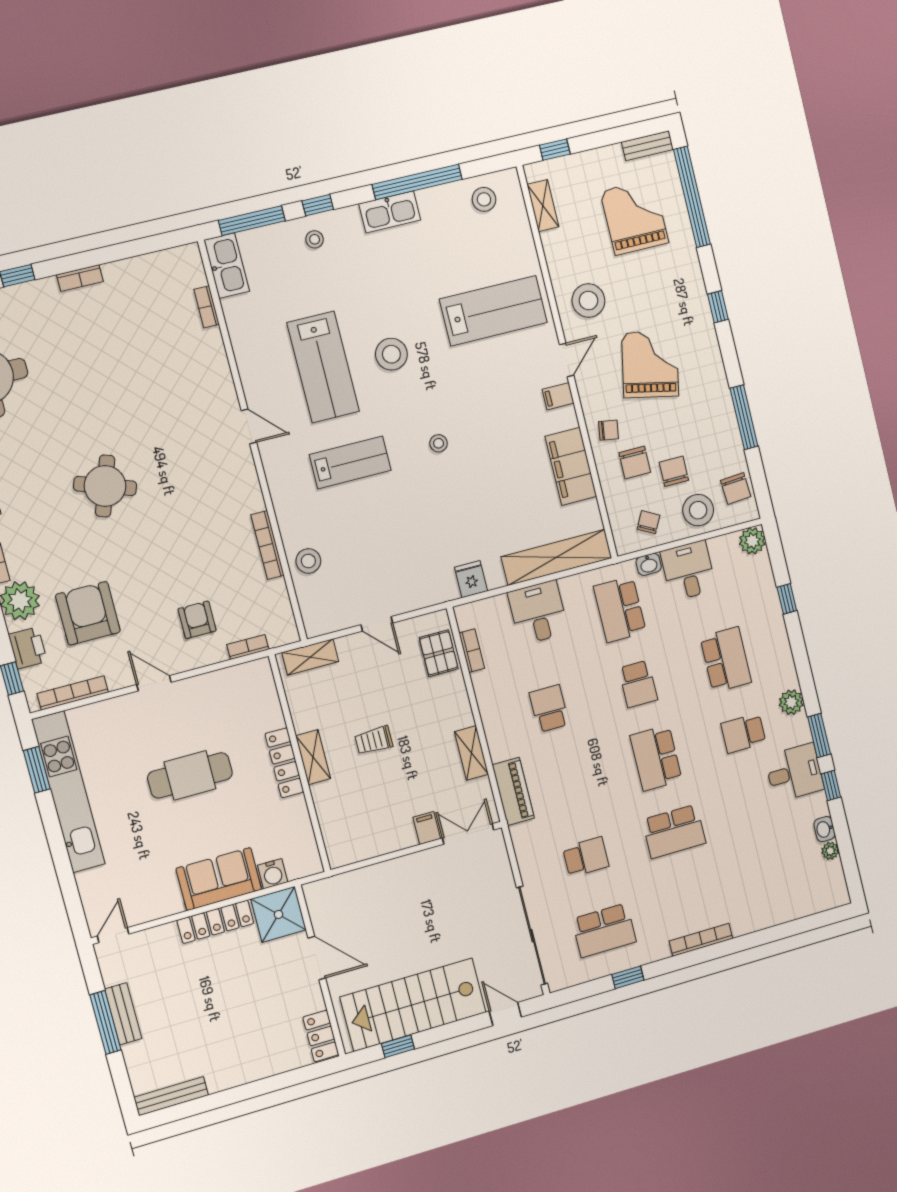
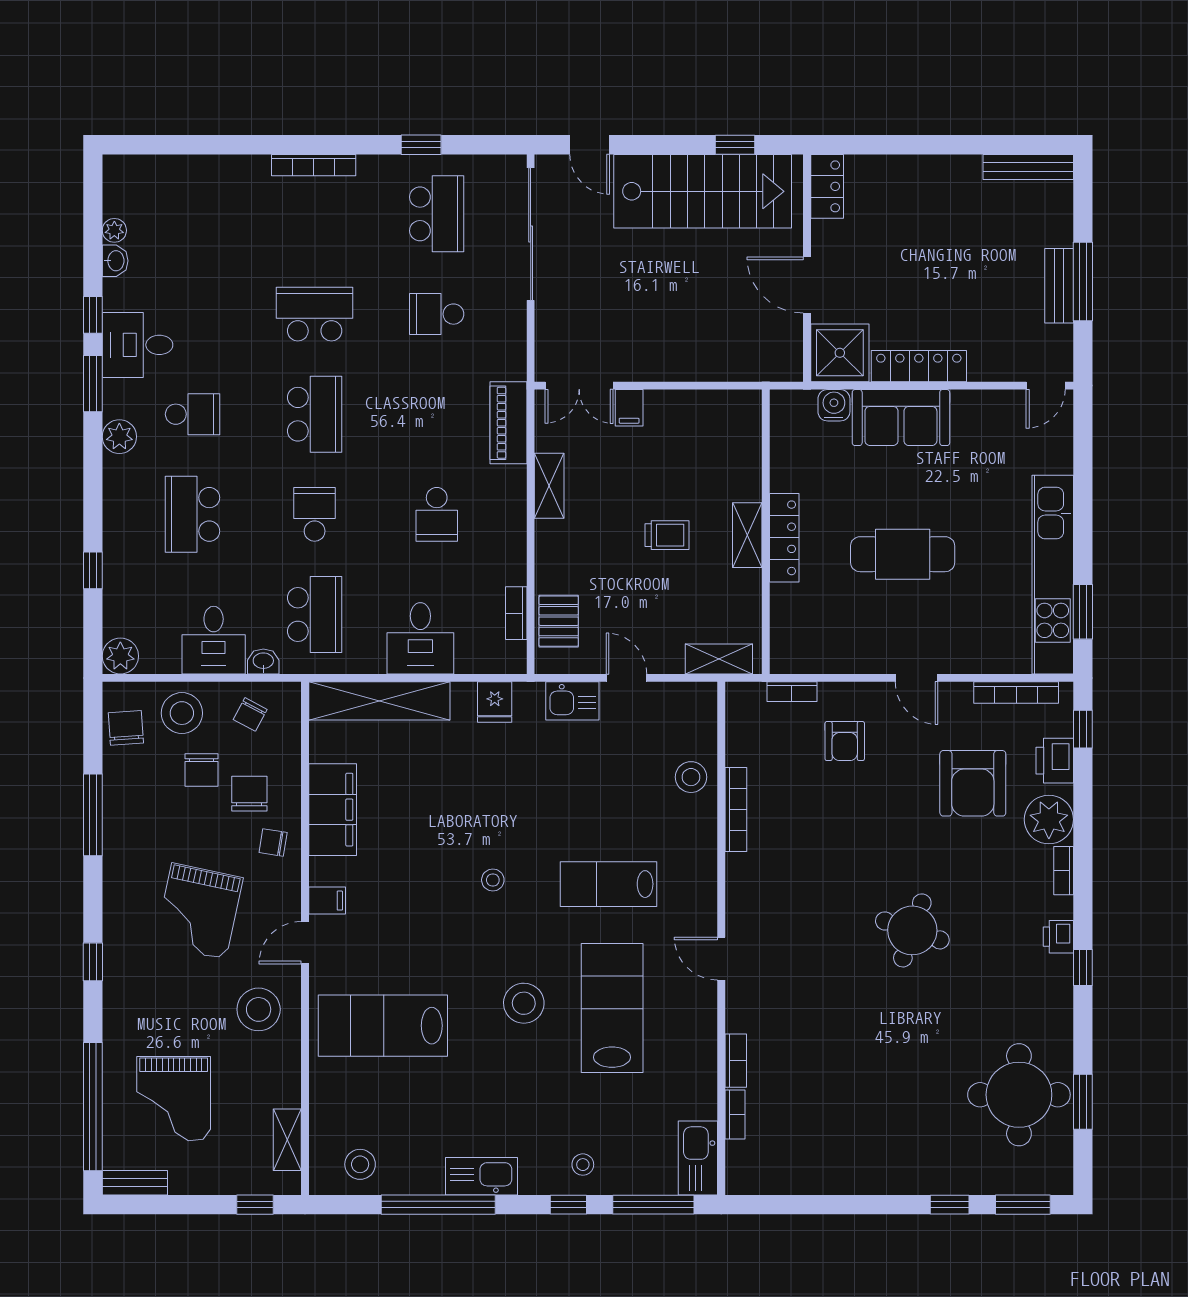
bookcase: (80, 278) -> (736, 1061), moved, turned 90
kitchen sink: (413, 595) -> (572, 701), added
school desk: (604, 930) -> (437, 214), turned 90

